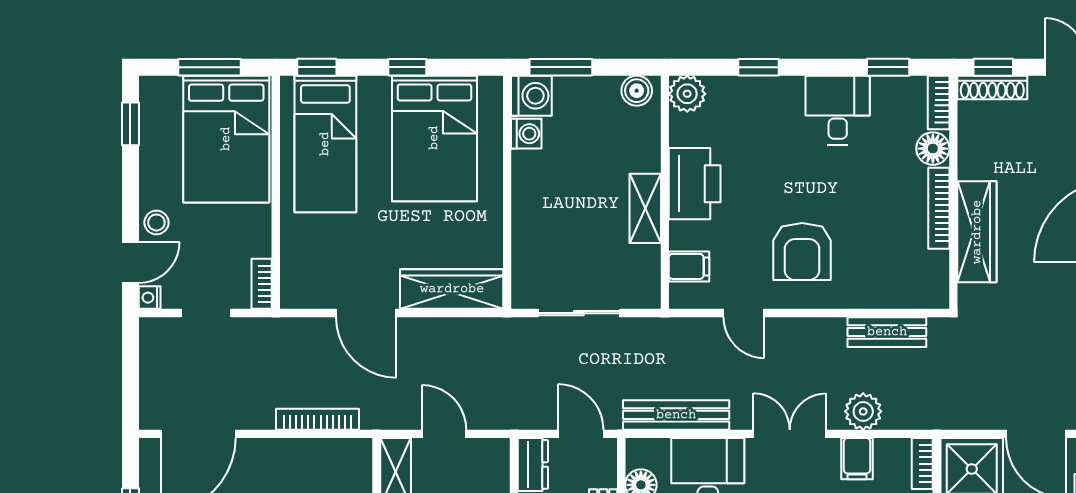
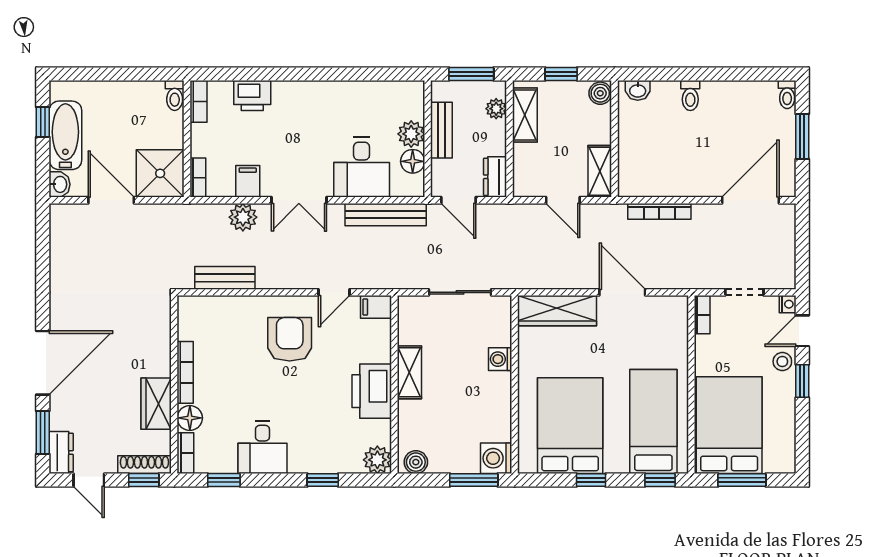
window: (130, 124) -> (802, 381), moved
washing machine: (526, 134) -> (500, 359), moved
wardrobe: (977, 232) -> (156, 404), moved, width x0.67
filing cabinet: (689, 266) -> (376, 307), moved
door: (744, 313) -> (334, 292), swing flipped

